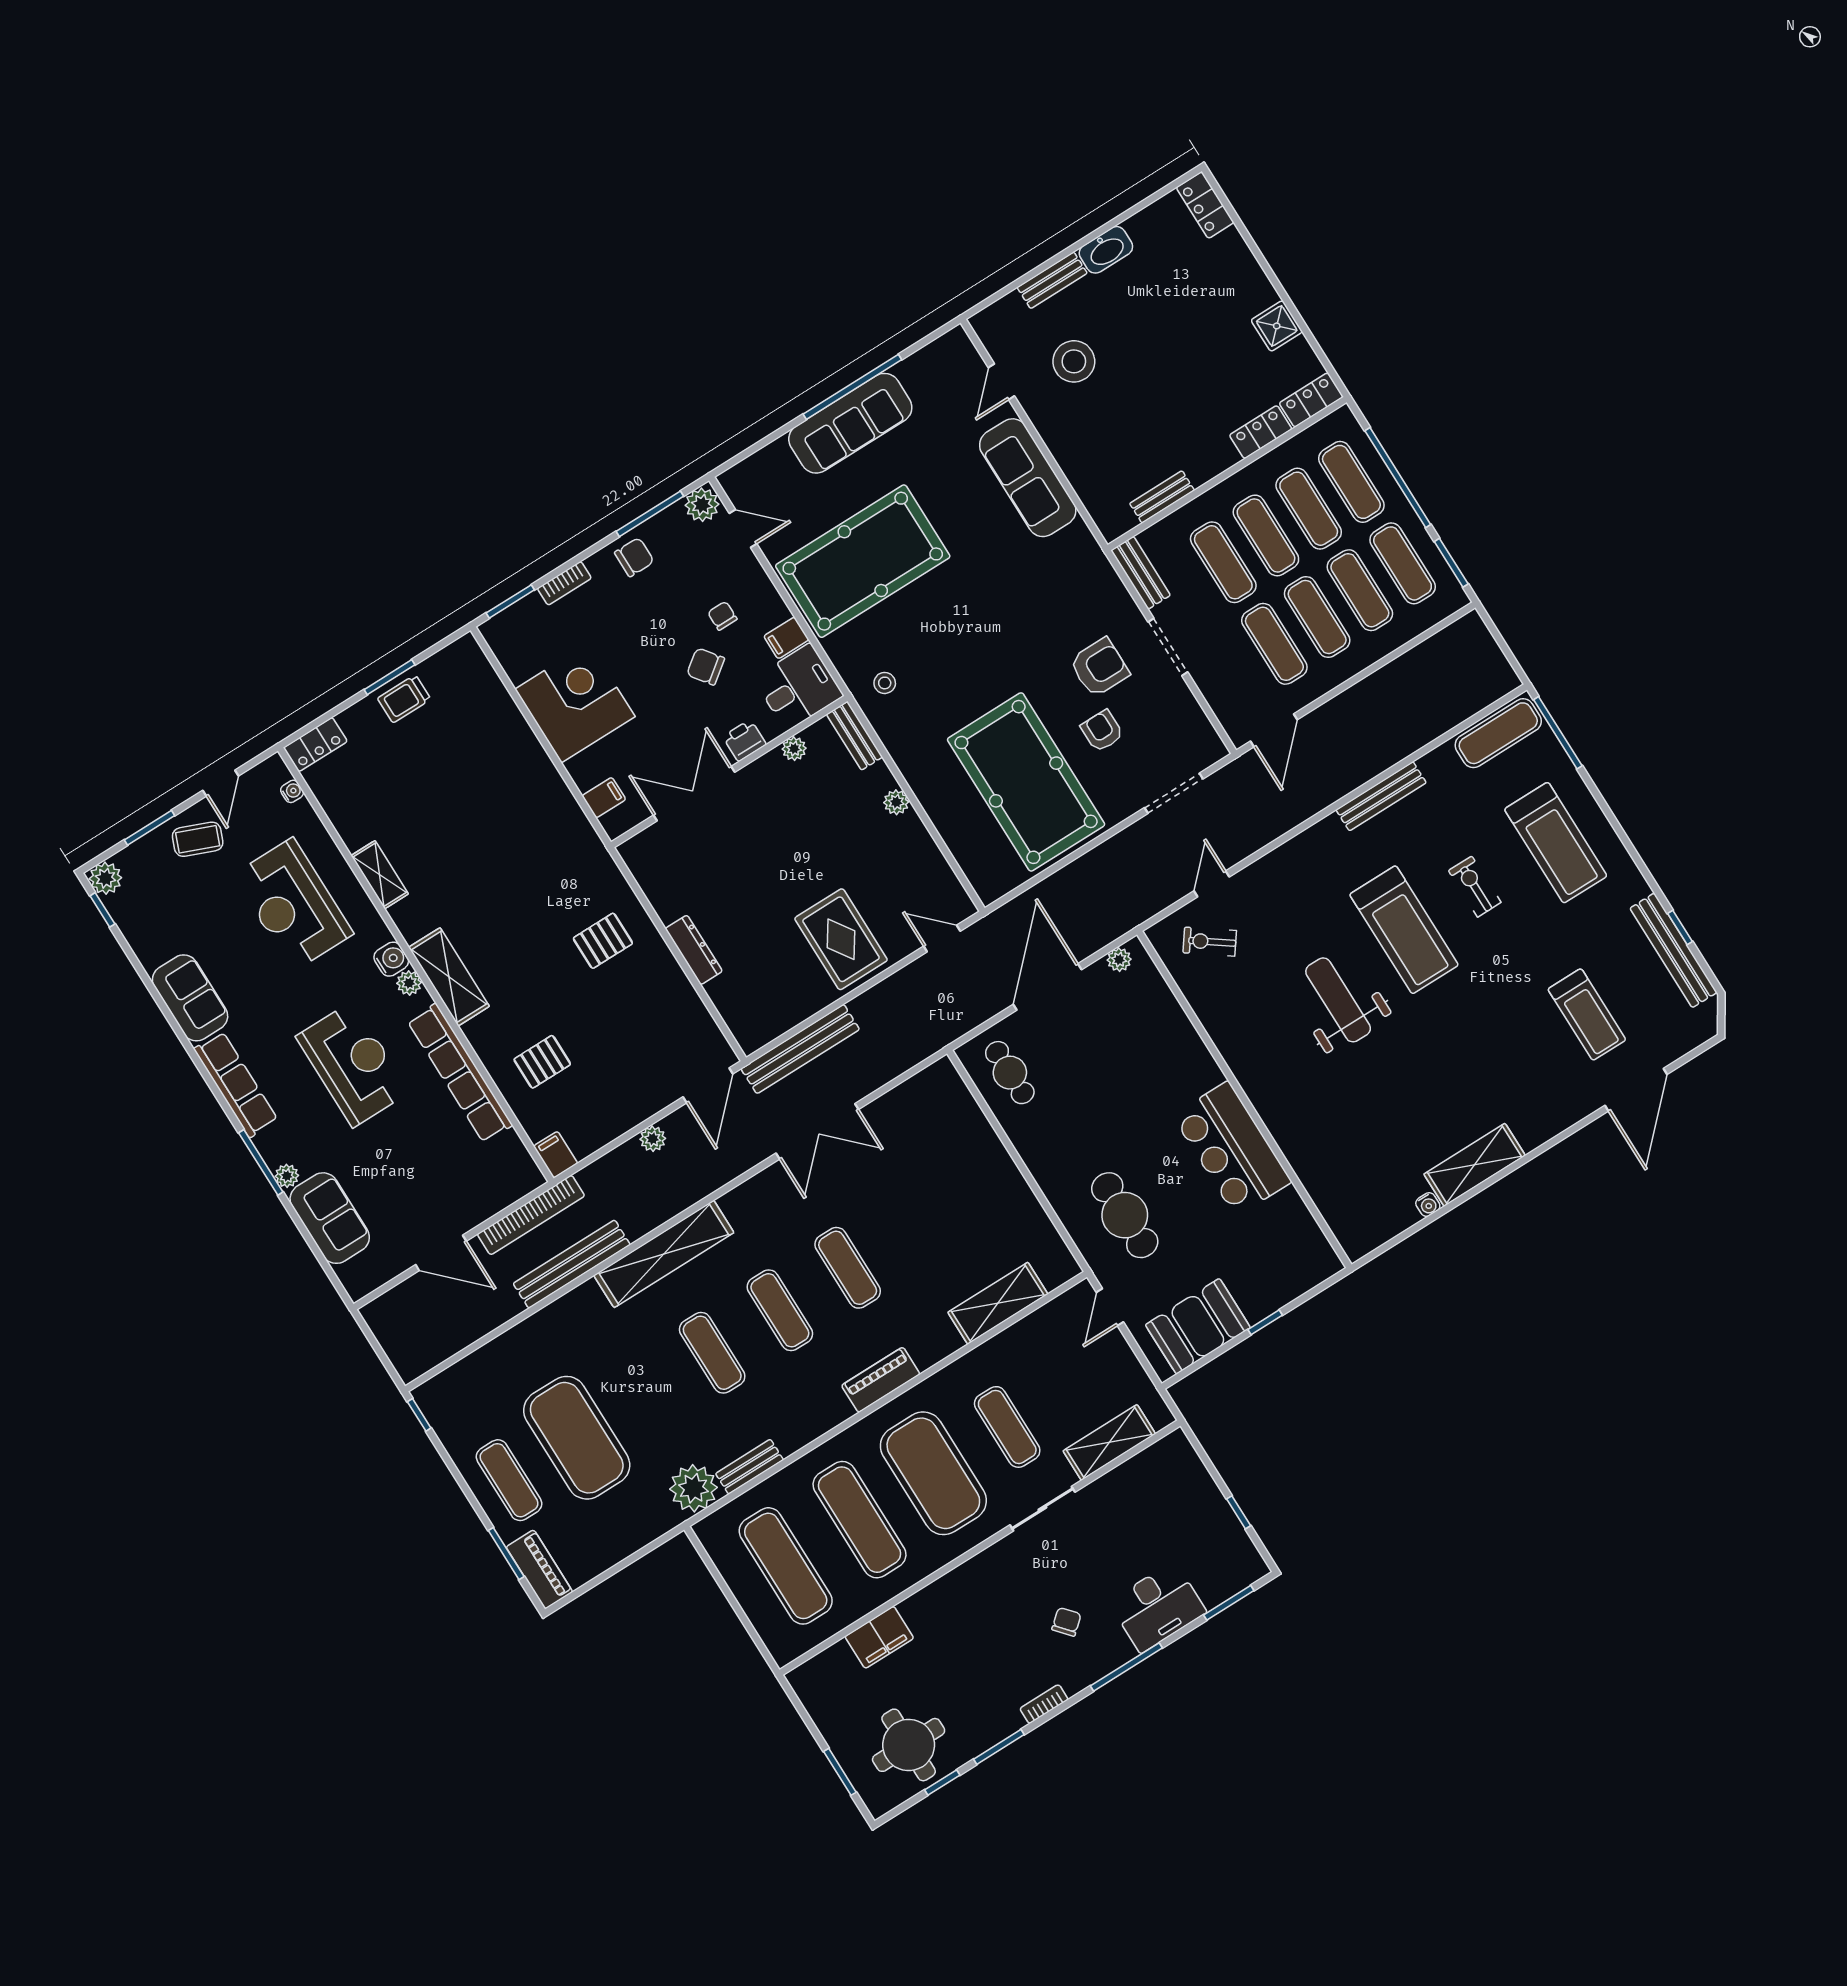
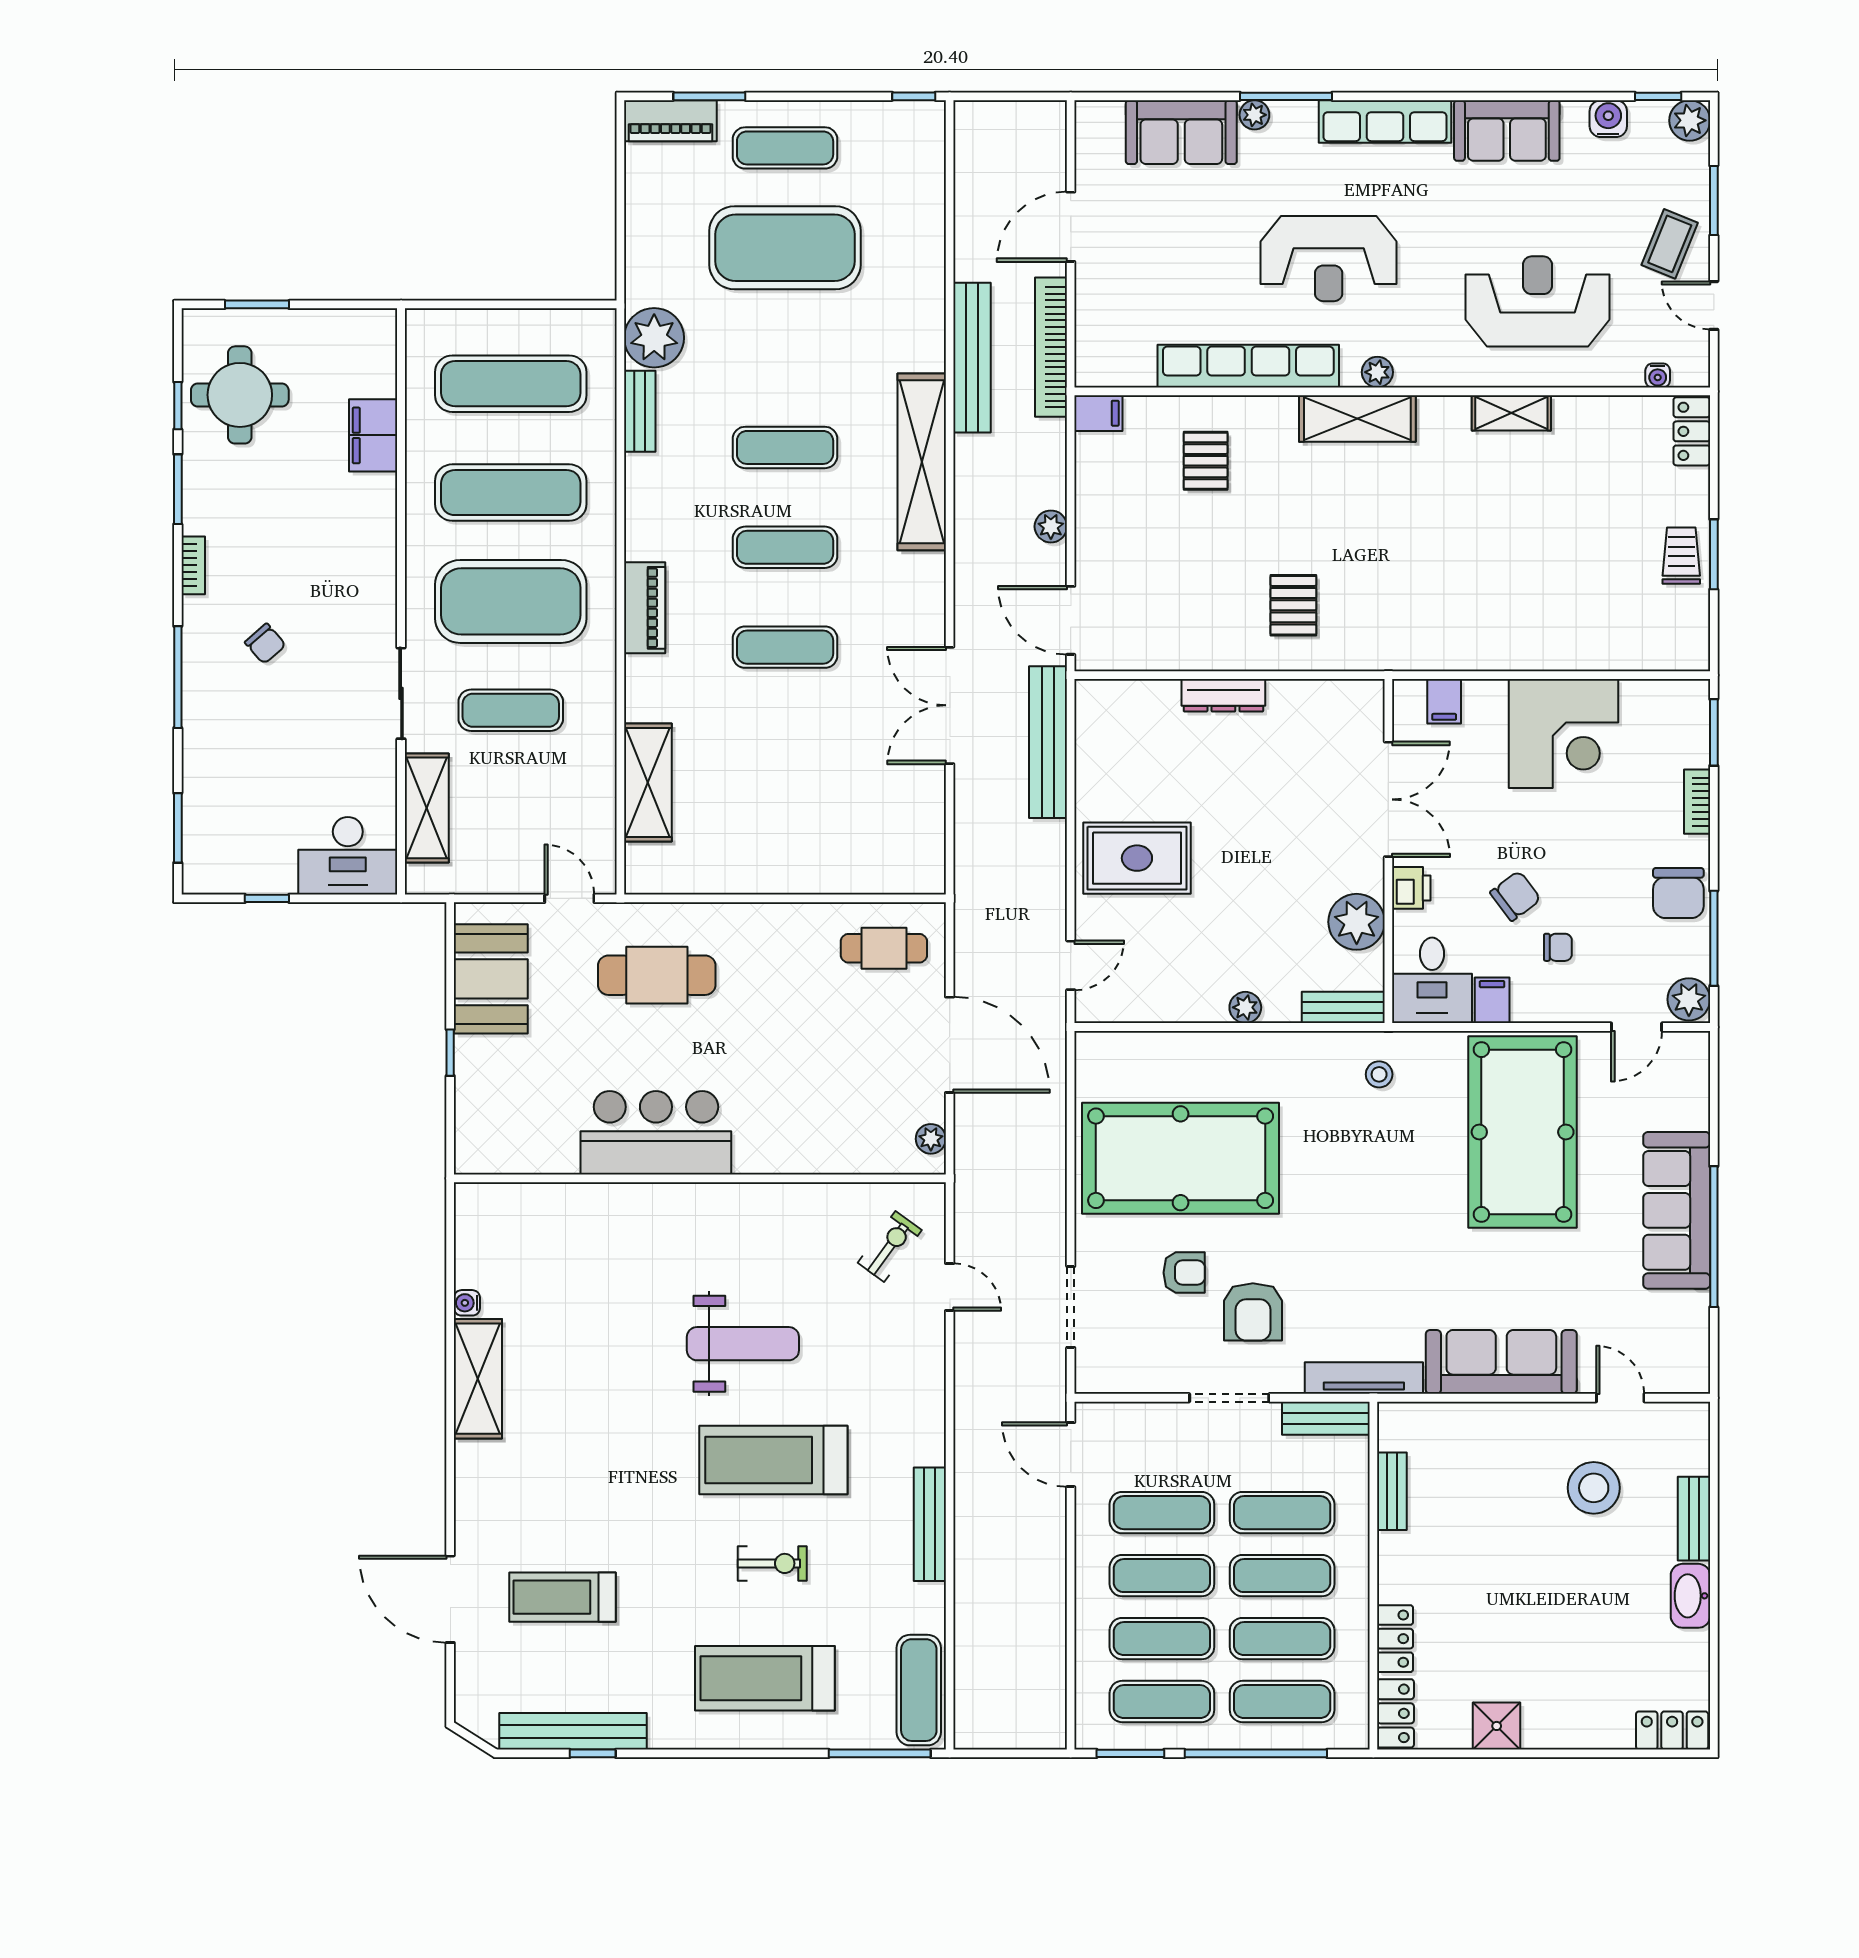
chair: (634, 557) -> (1678, 893), width x1.37, depth x1.37
tv unit: (1097, 564) -> (1364, 1378), added
plant: (794, 749) -> (1357, 922), width x1.88, depth x1.88
water cooler: (391, 959) -> (1608, 119), moved, turned 180
desk: (1158, 1607) -> (348, 856), moved, turned -90

